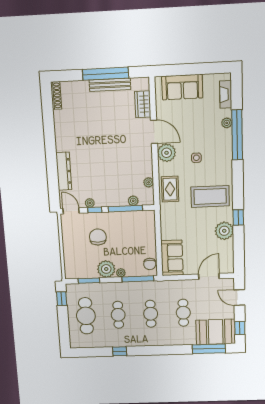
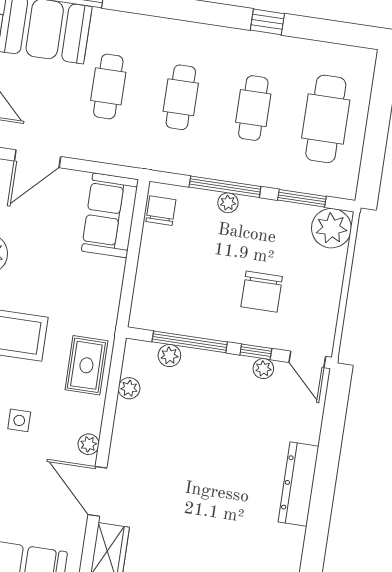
plant: (167, 153) -> (89, 444), width x0.53, depth x0.53
dresser: (64, 171) -> (299, 484), moved
plant: (106, 269) -> (331, 228), moved
window: (138, 279) -> (225, 187), moved
window: (62, 299) -> (371, 168), removed

